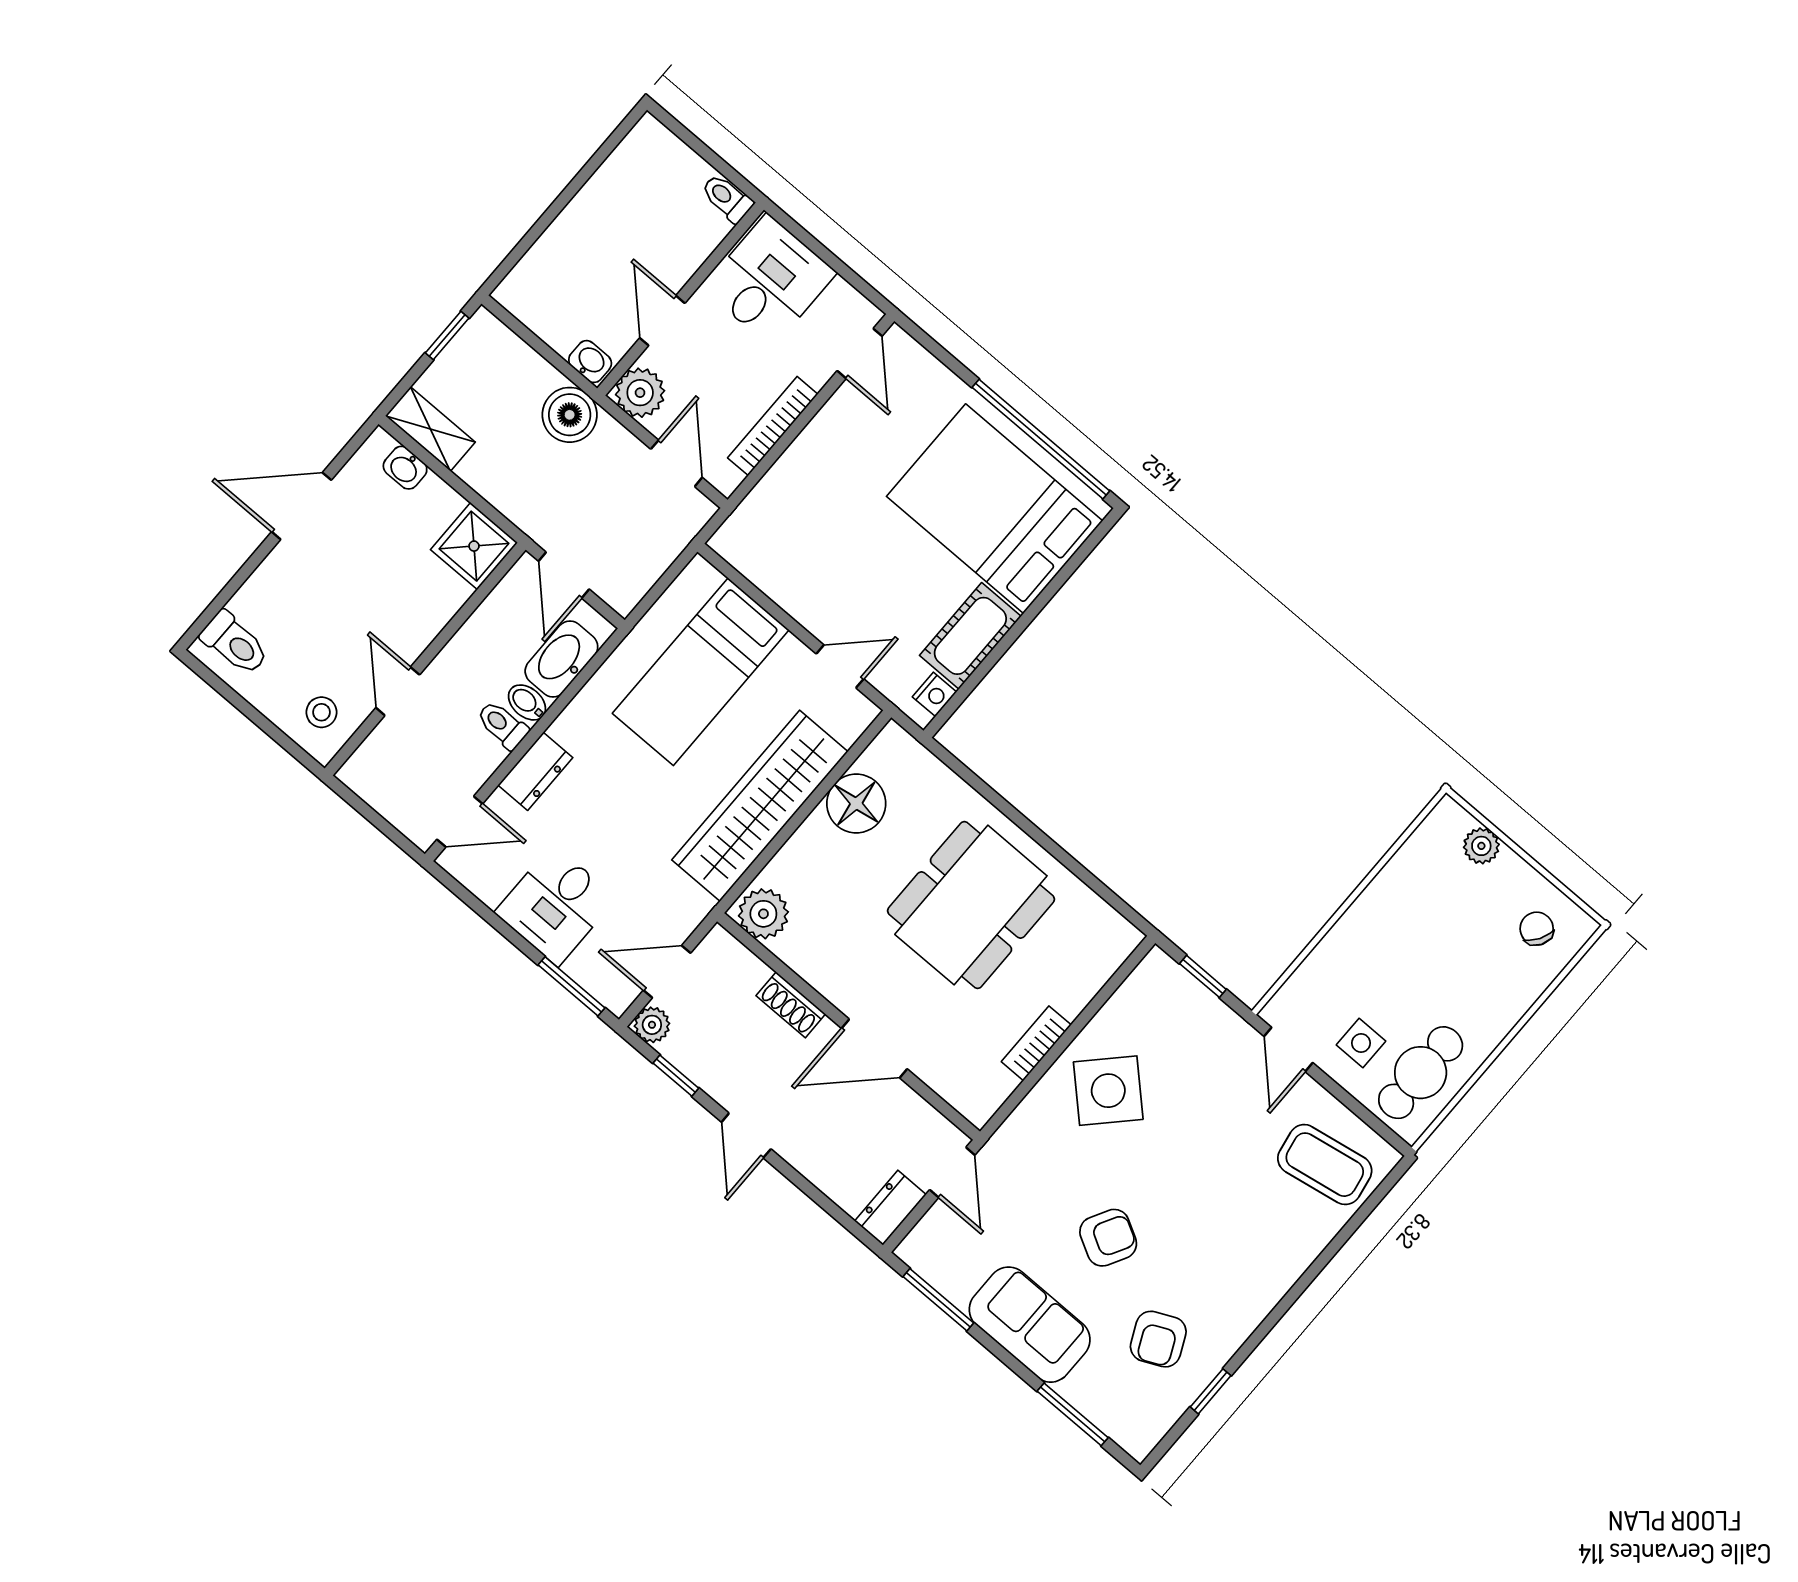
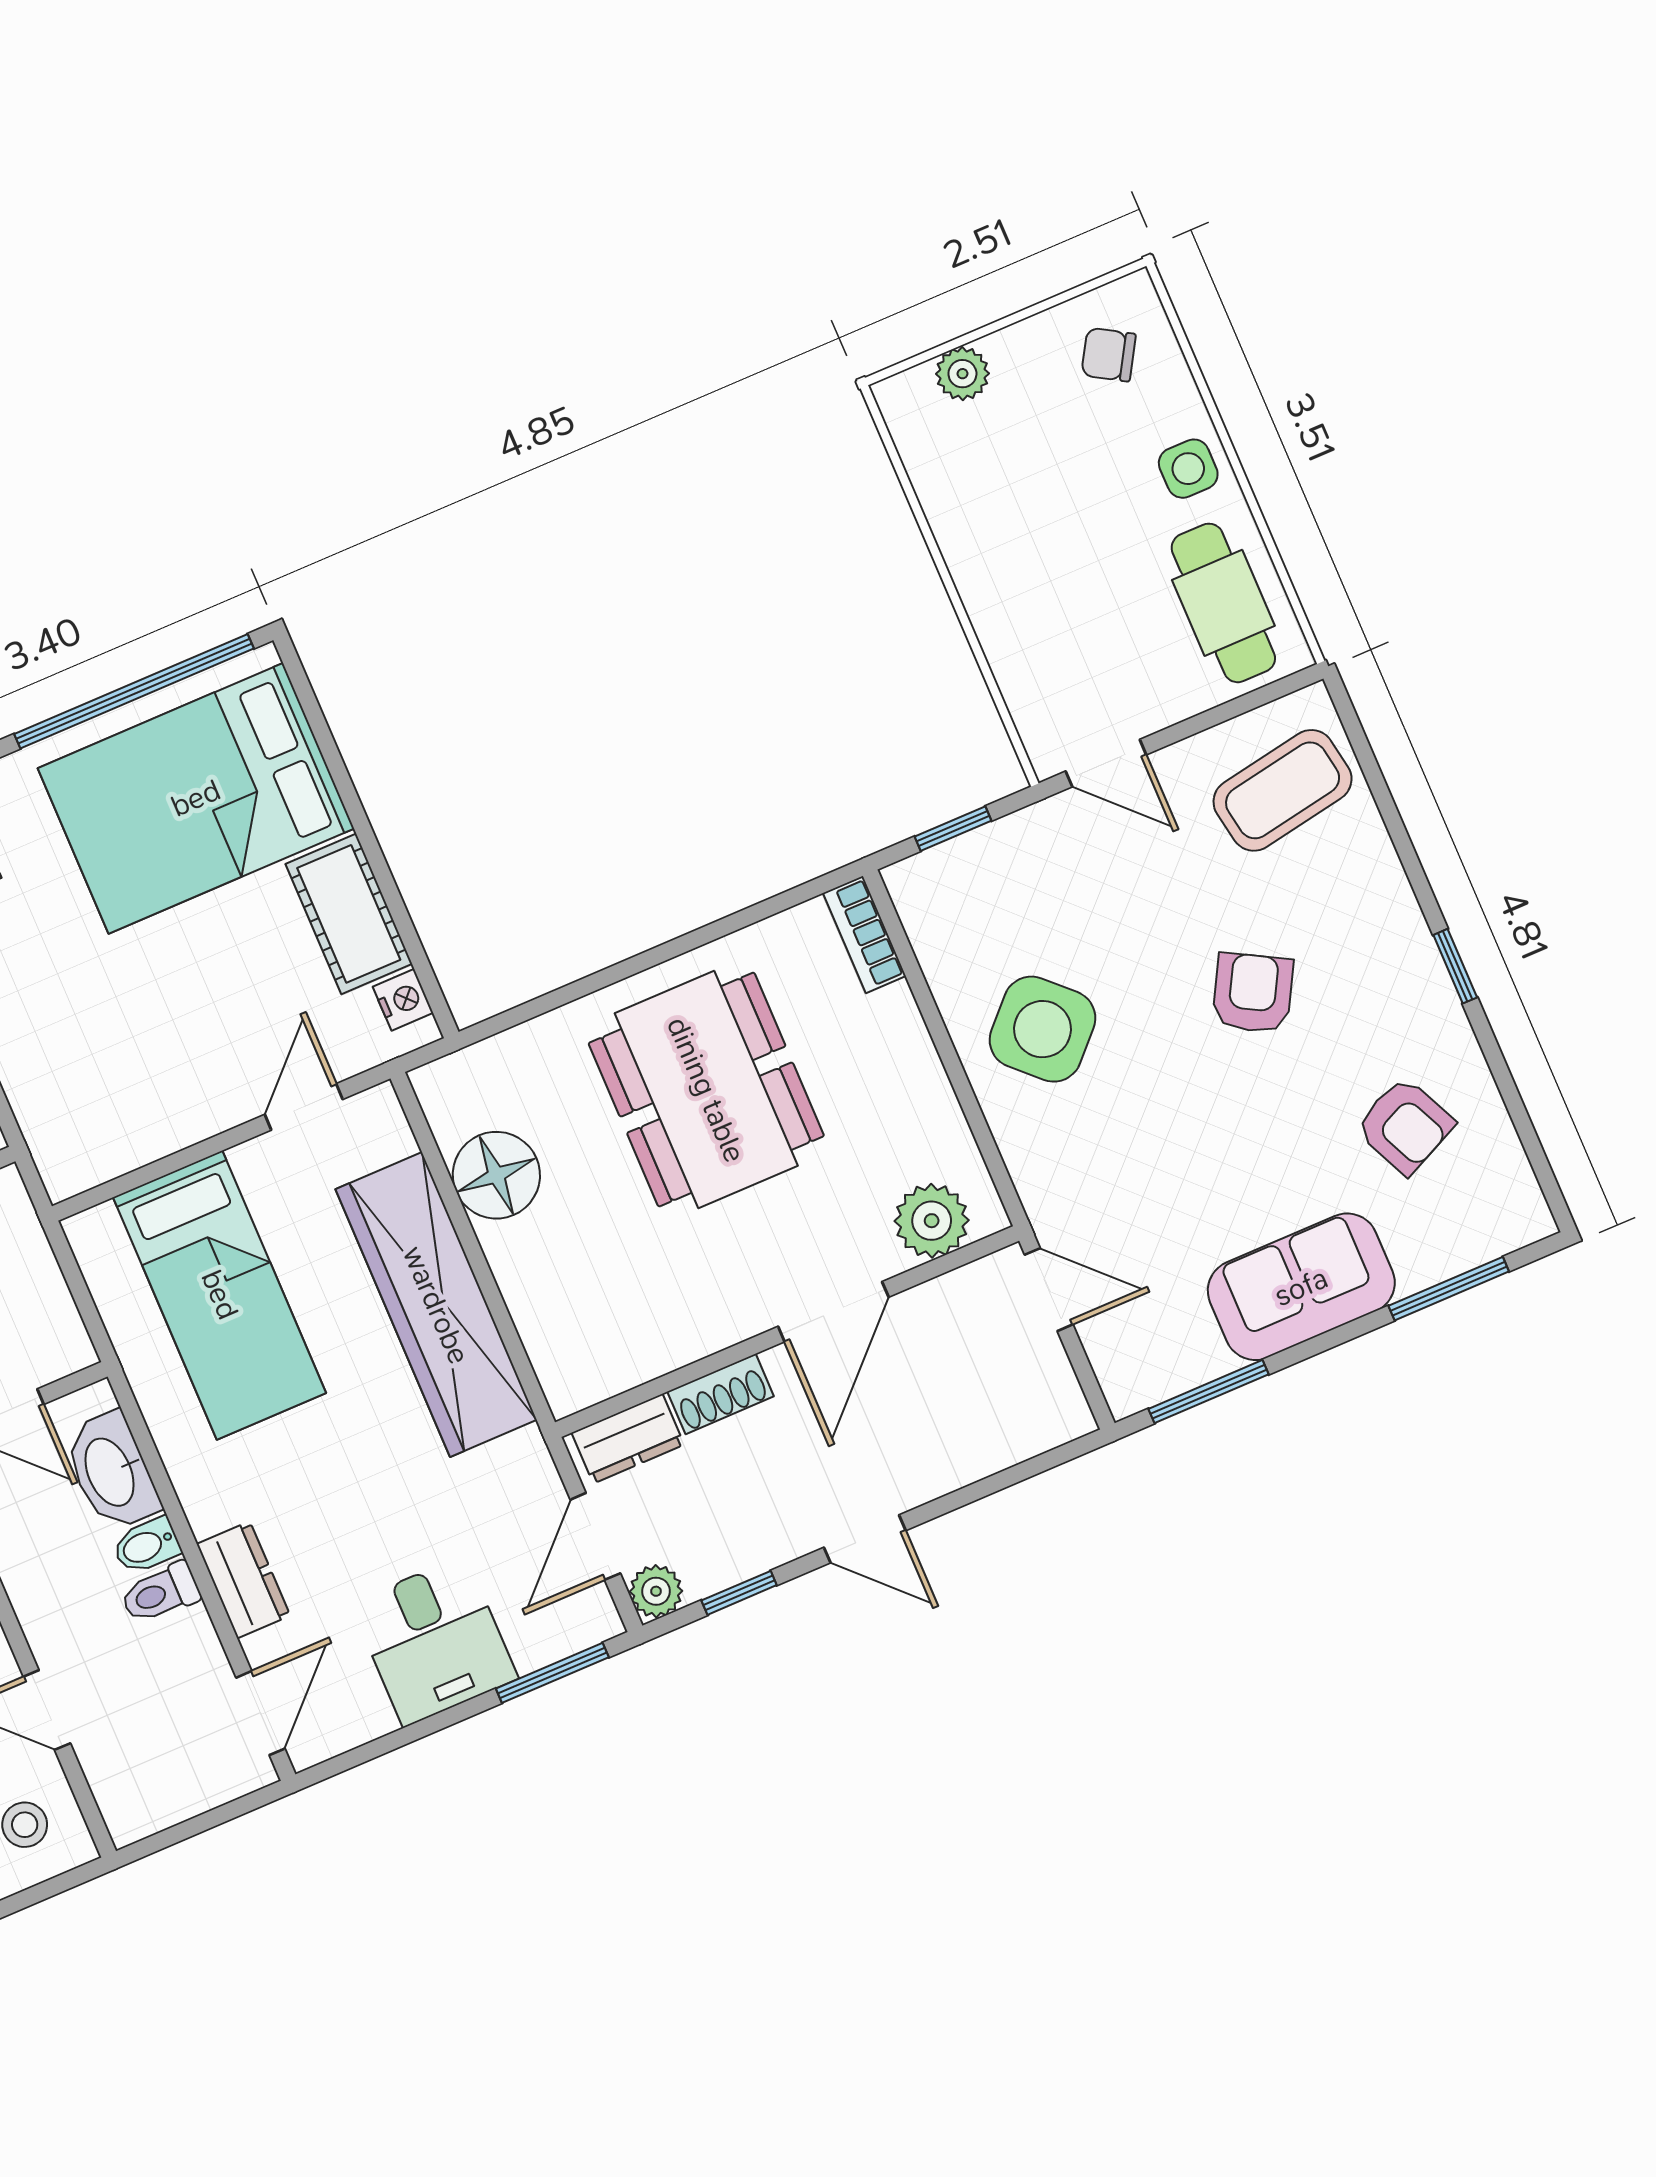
plant: (763, 914) -> (932, 1221), moved
bookcase: (1036, 1043) -> (864, 935), moved
side table: (1361, 1043) -> (1188, 469), moved
dresser: (890, 1208) -> (628, 1439), moved, turned -90
armchair: (1108, 1238) -> (1253, 993), moved
window: (1211, 1391) -> (1455, 966), moved

